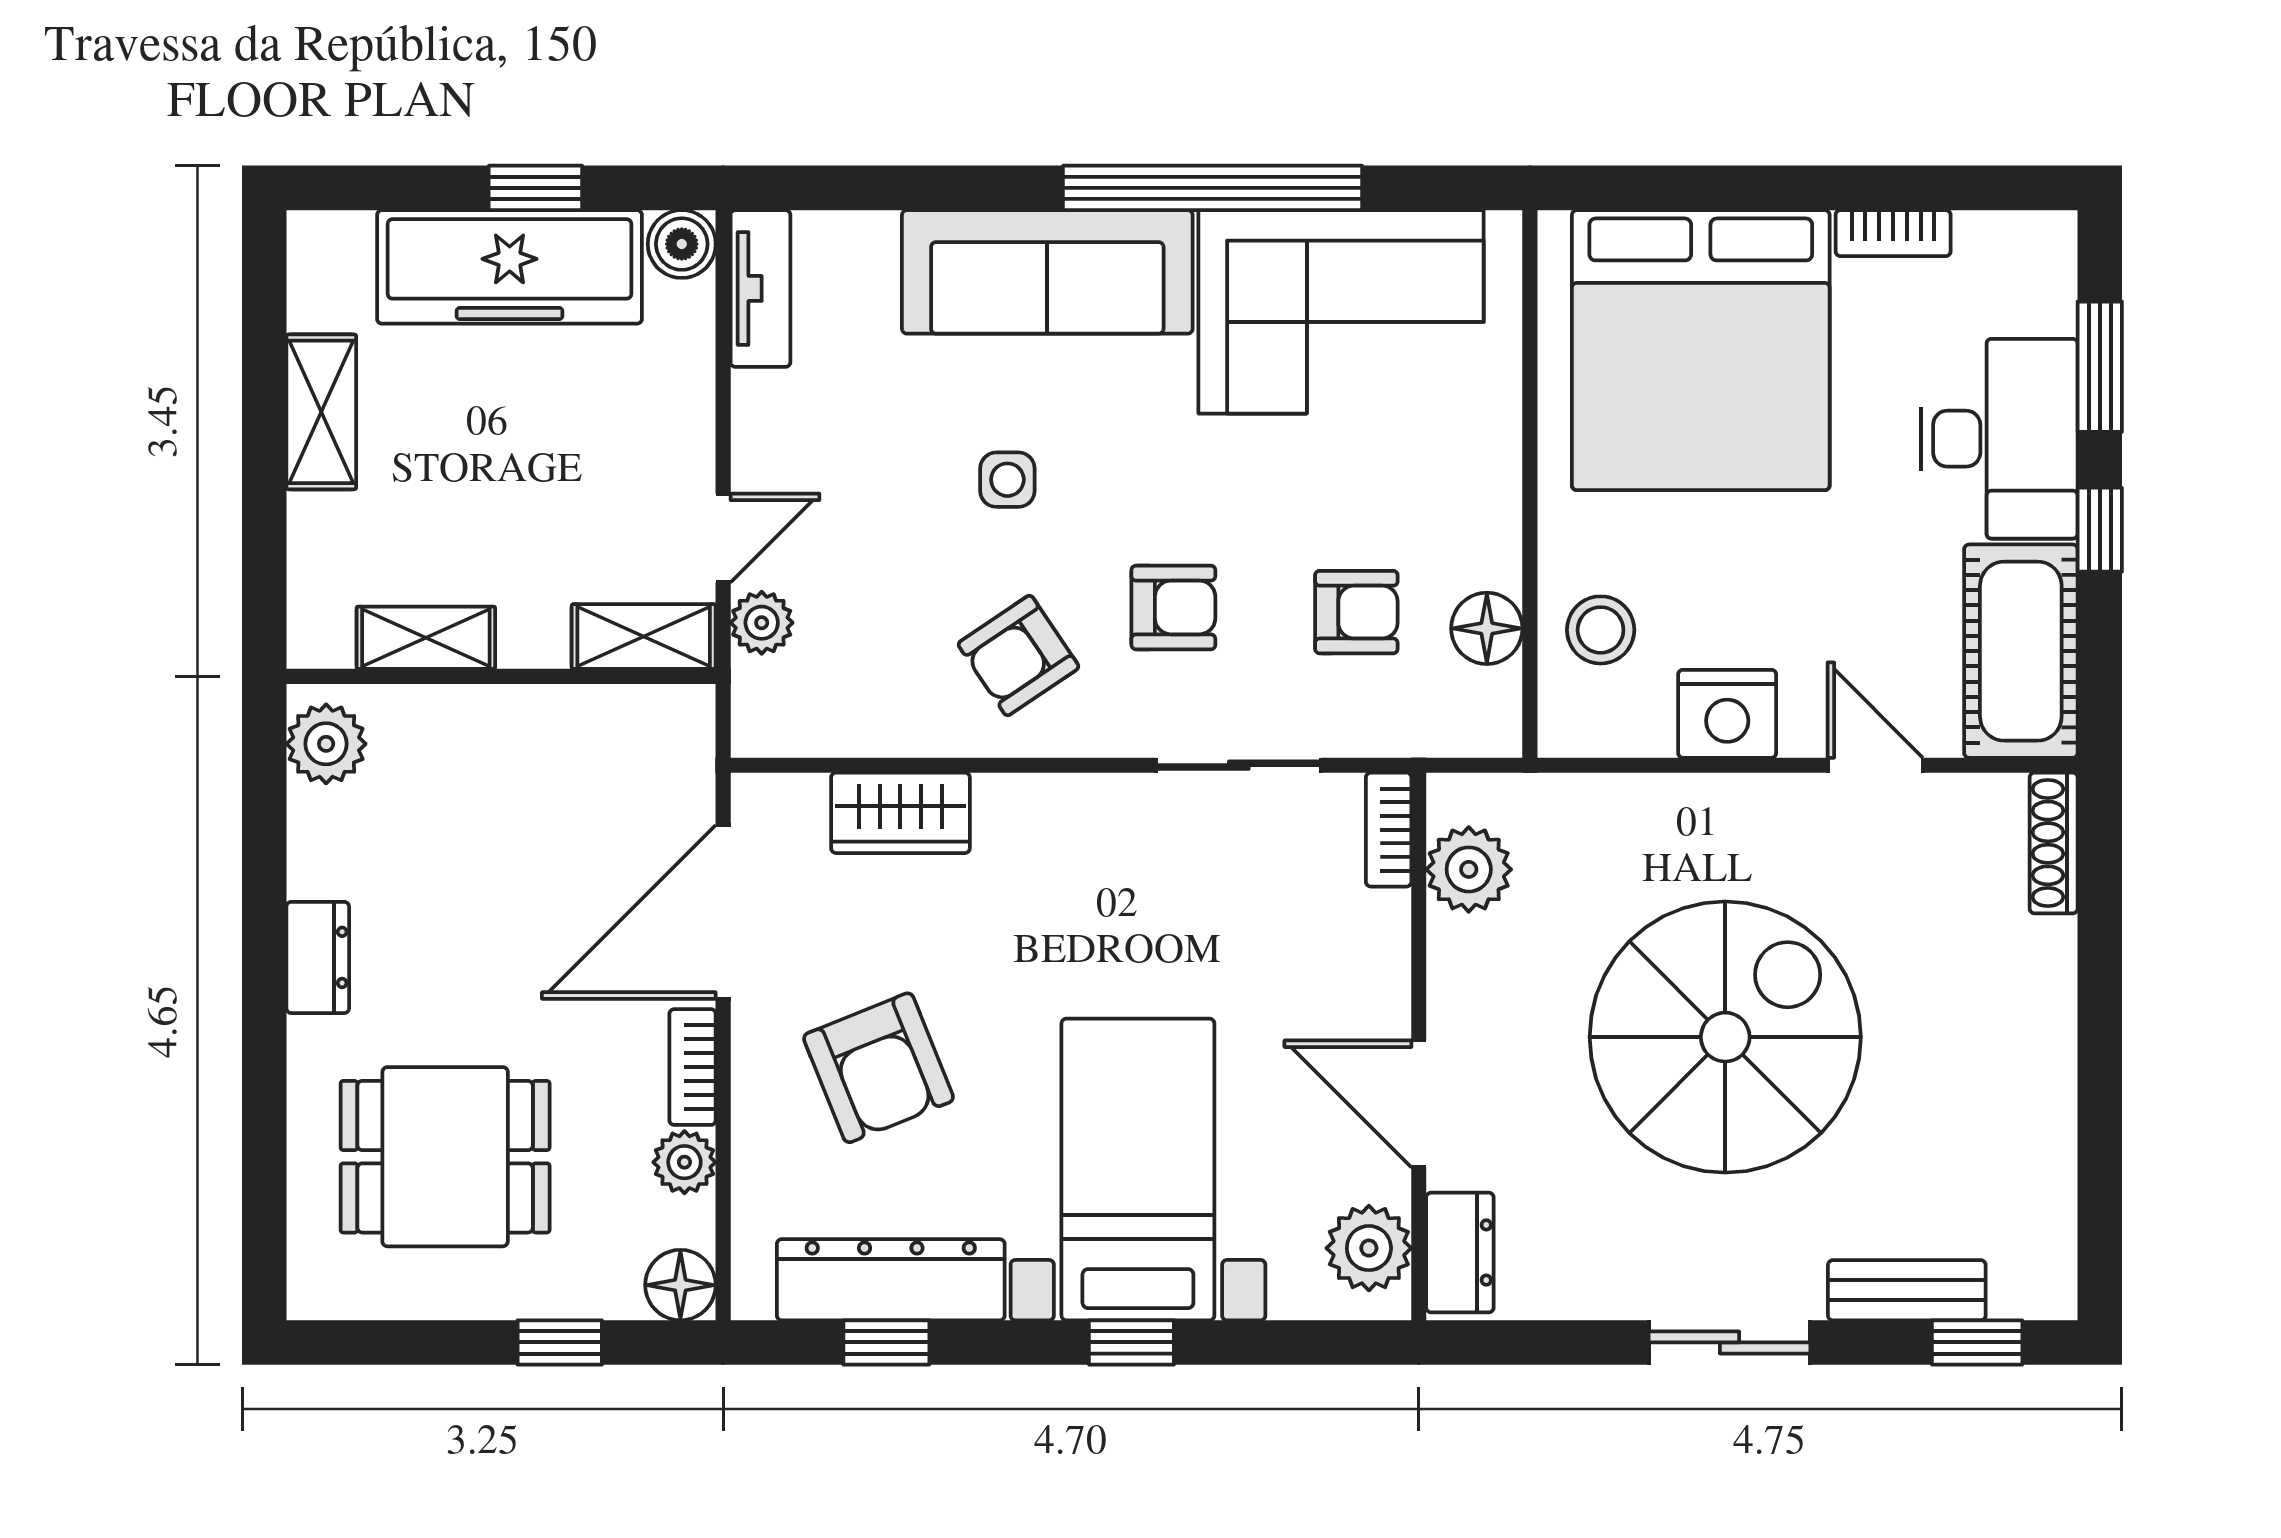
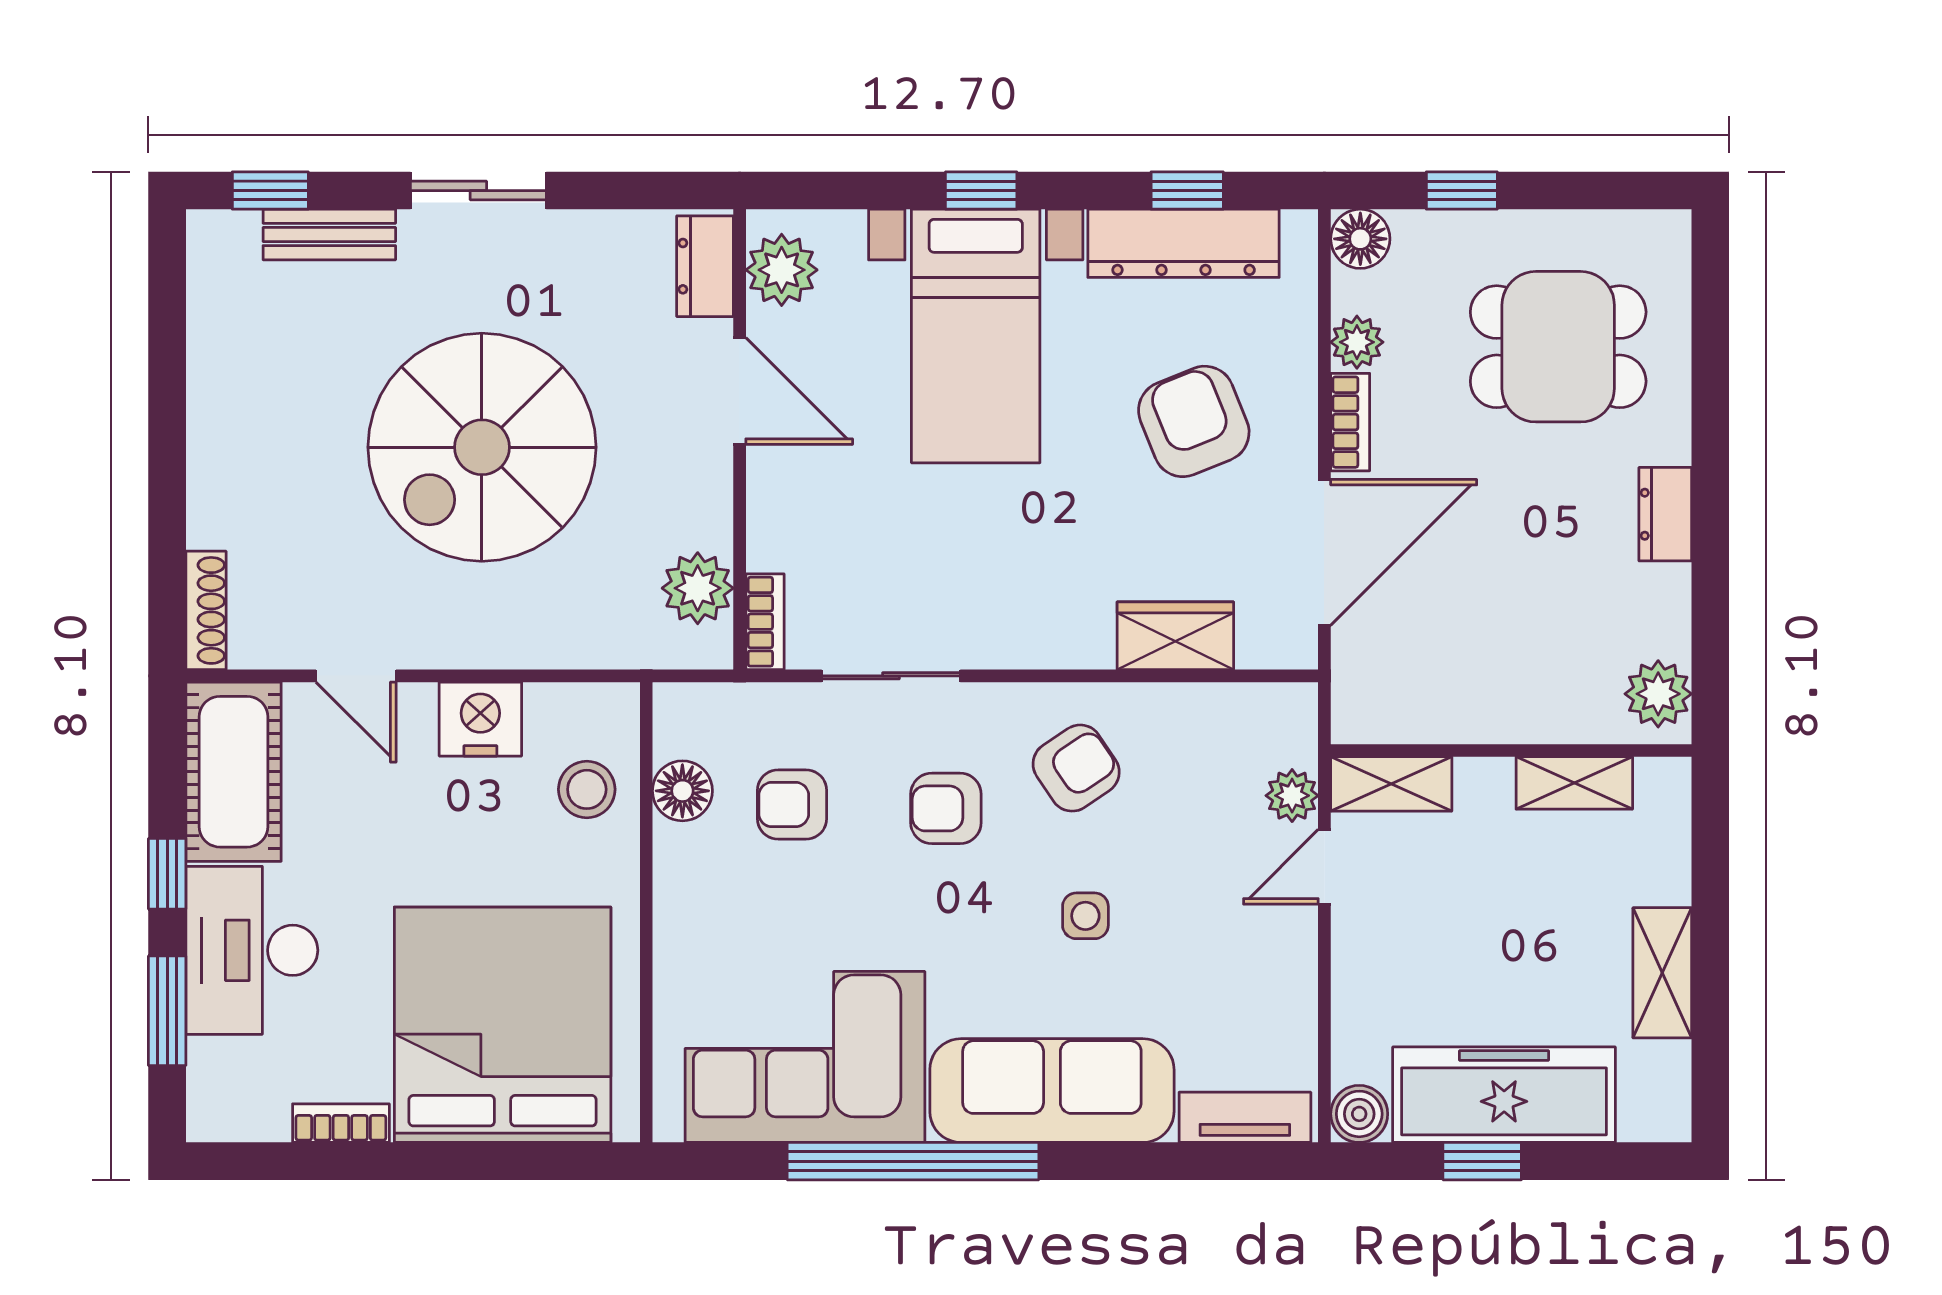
tv unit: (760, 288) -> (1245, 1117), moved, turned 90

